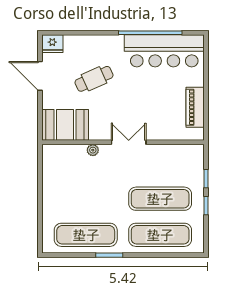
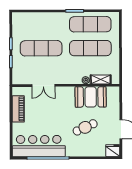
booth: (65, 125) -> (91, 97), moved
double door: (129, 142) -> (43, 86), moved
shelving: (70, 151) -> (101, 79), added
exercise mat: (160, 235) -> (90, 48), moved

